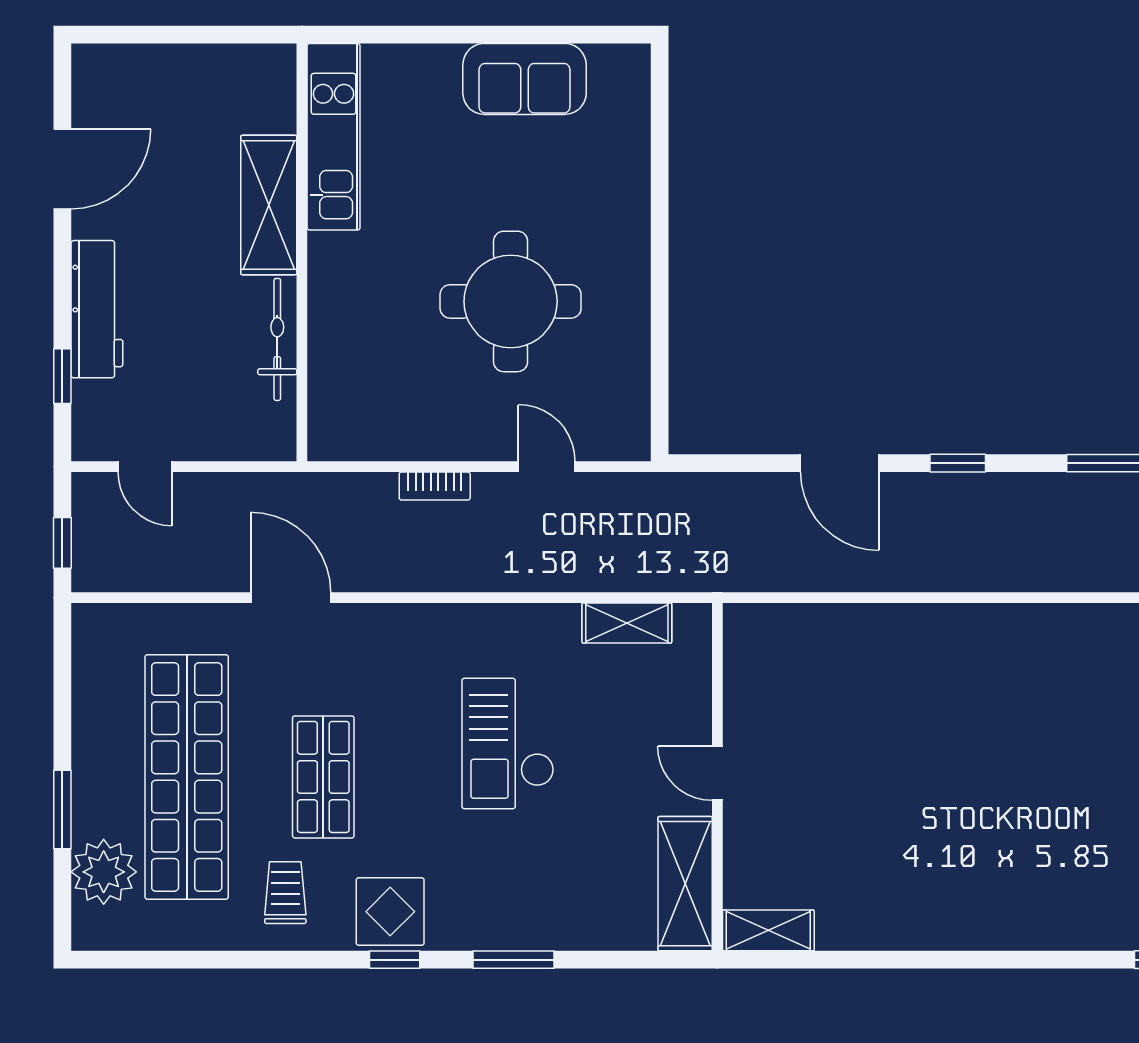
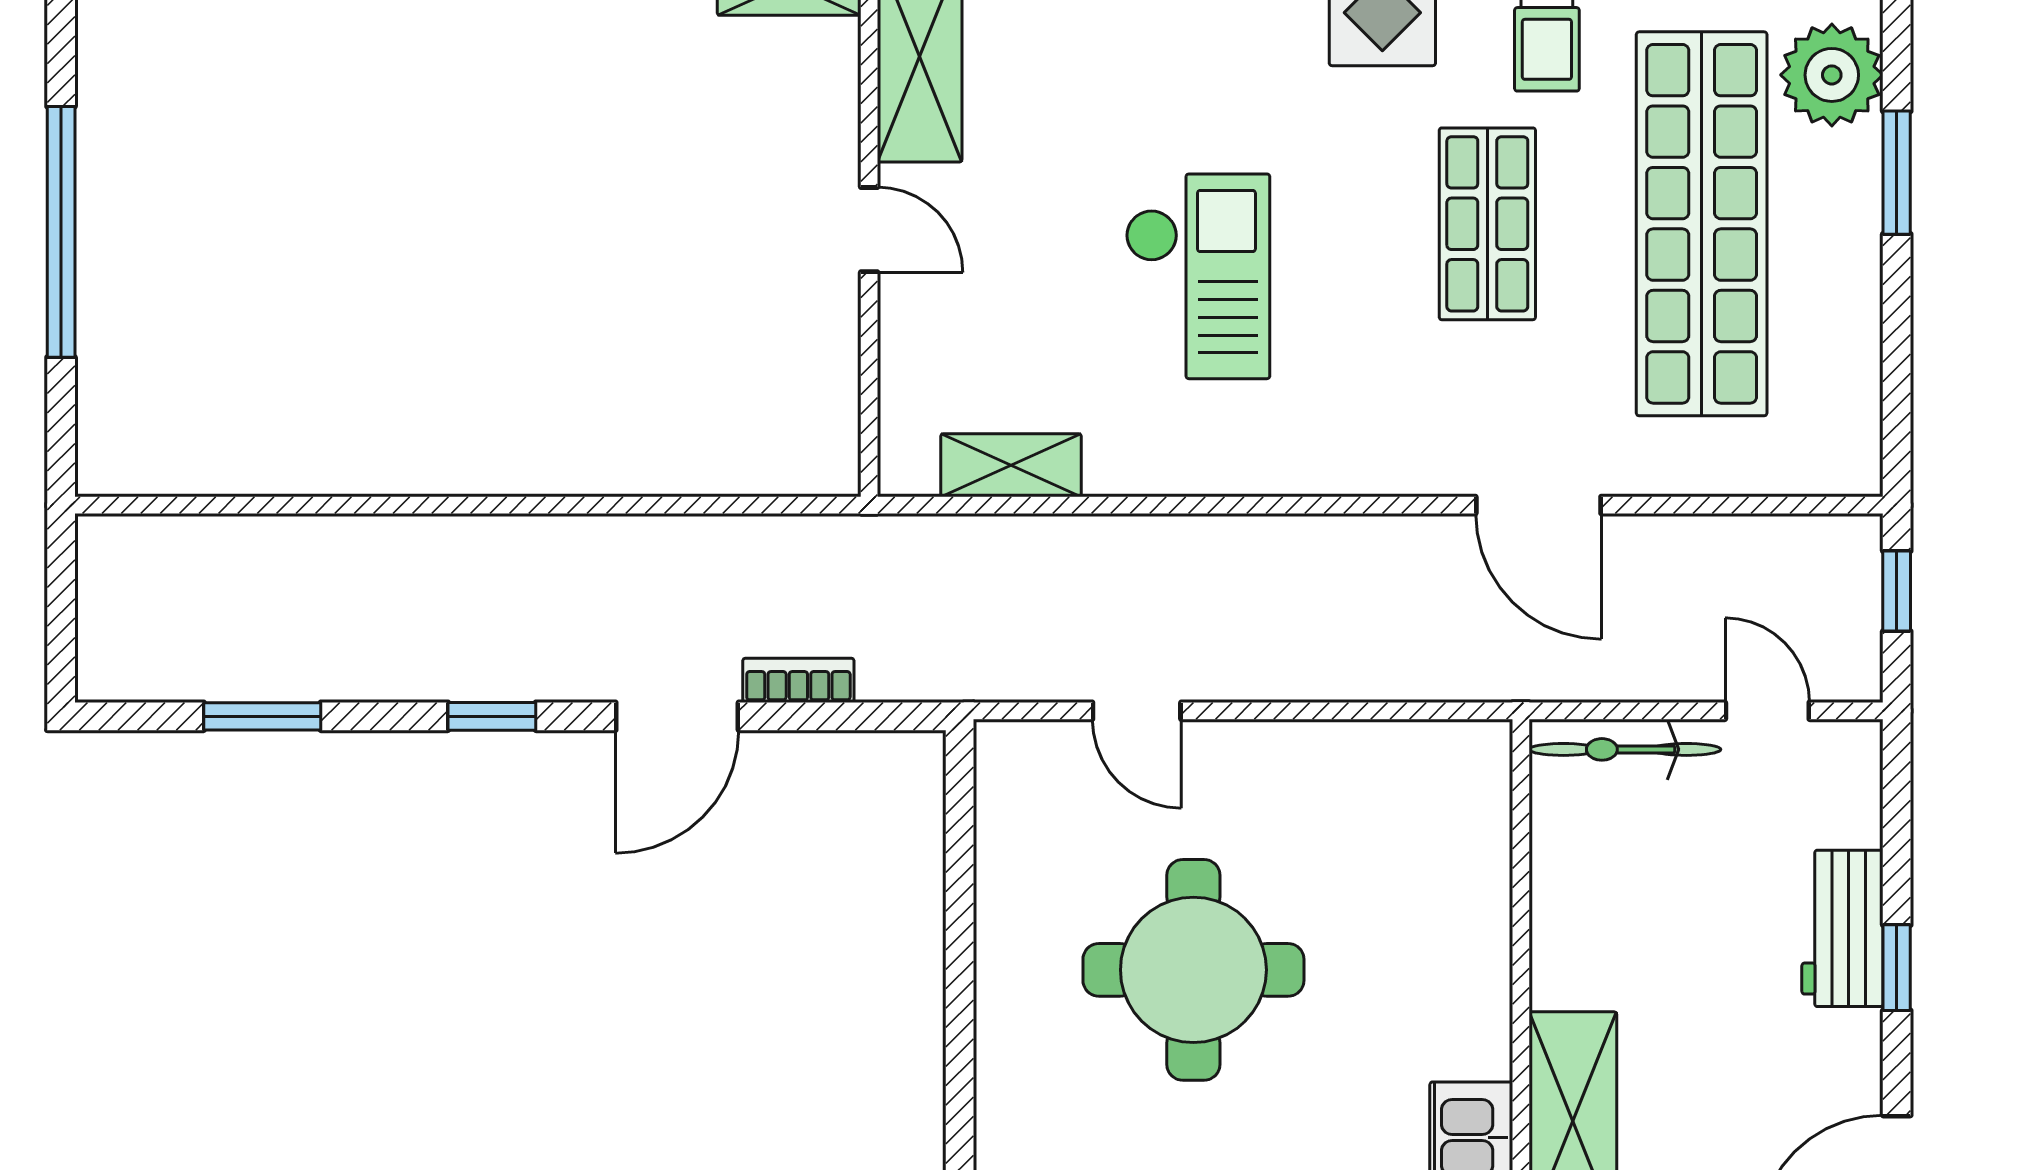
workbench: (97, 309) -> (1842, 928), width x0.73
bicycle: (277, 339) -> (1625, 749), moved, turned 90
window: (62, 376) -> (1897, 968), moved
door: (840, 463) -> (677, 716), swing flipped
bookcase: (435, 486) -> (798, 680), moved

